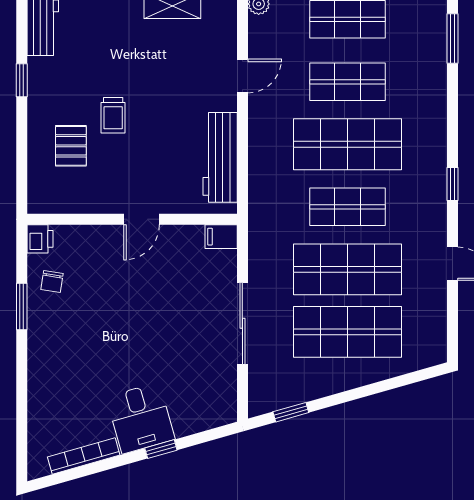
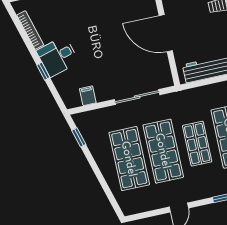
door: (141, 219) -> (166, 33), width x1.87
filing cabinet: (221, 237) -> (88, 96), moved
sliding door: (242, 323) -> (137, 97), moved

